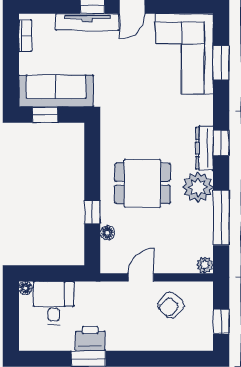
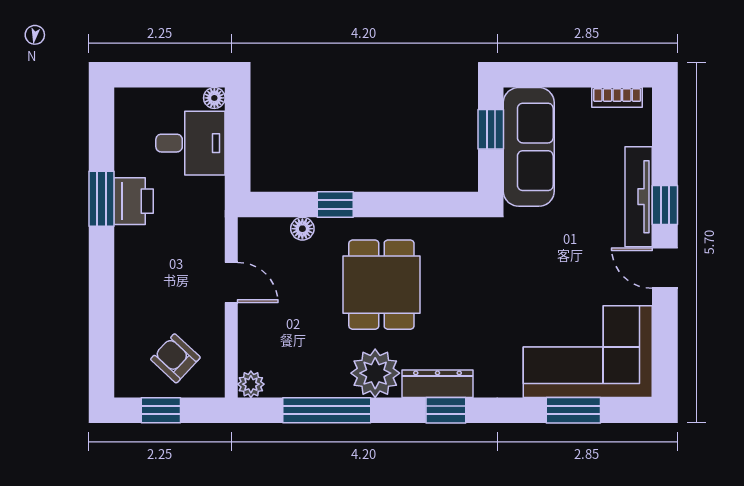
armchair: (171, 305) -> (175, 358), moved

